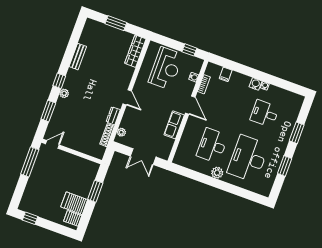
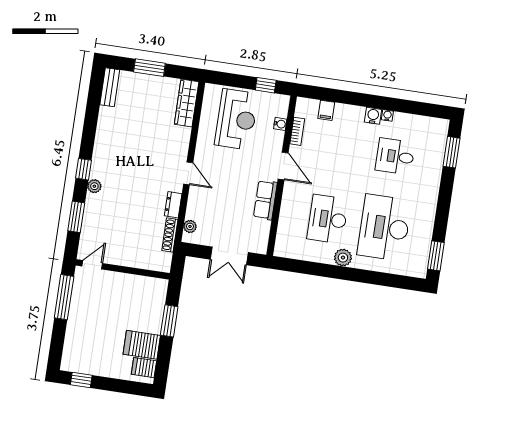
bench: (78, 57) -> (110, 87), moved
window: (297, 133) -> (452, 152), moved
window: (285, 166) -> (436, 256), moved

